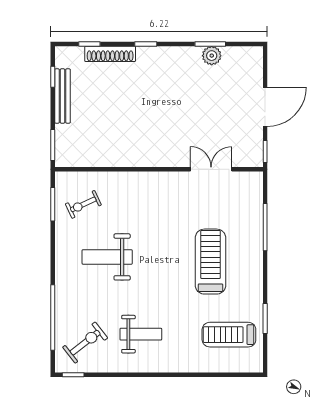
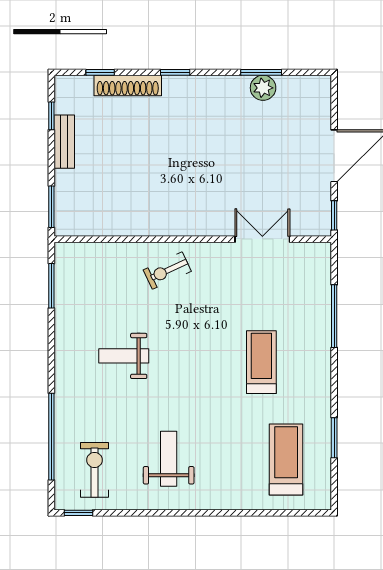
bench: (62, 96) -> (64, 142), width x0.73
exercise bike: (83, 204) -> (167, 271), moved
weight bench: (107, 257) -> (124, 356), width x0.73, depth x0.75
treadmill: (210, 262) -> (261, 362), width x0.73, depth x0.73
weight bench: (141, 334) -> (169, 459), turned -90
treadmill: (229, 335) -> (286, 459), turned 90
exercise bike: (85, 343) -> (94, 470), turned -52

